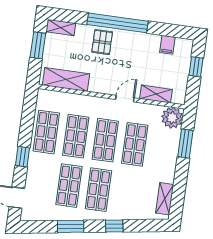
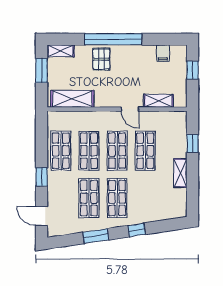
door: (125, 99) -> (130, 109), swing flipped
plant: (172, 118) -> (177, 121), removed
window: (185, 144) -> (193, 143), width x0.67
shelving: (165, 199) -> (180, 173), moved

